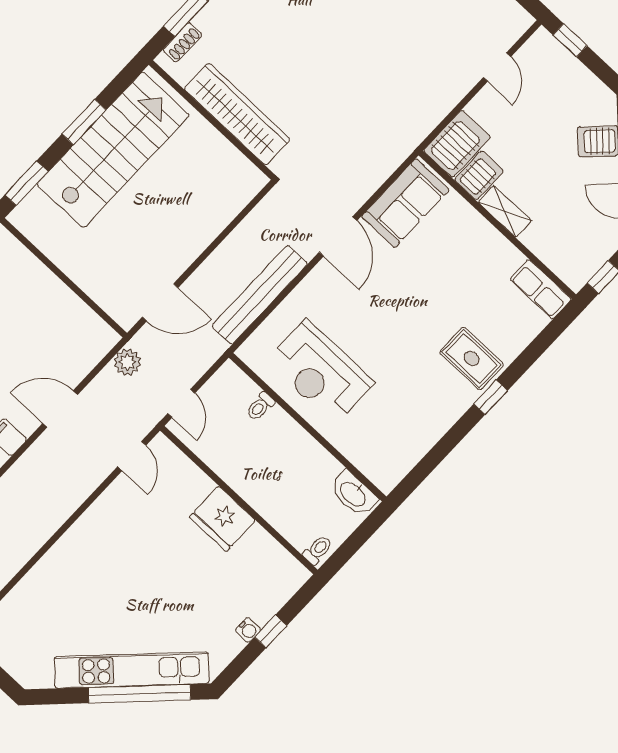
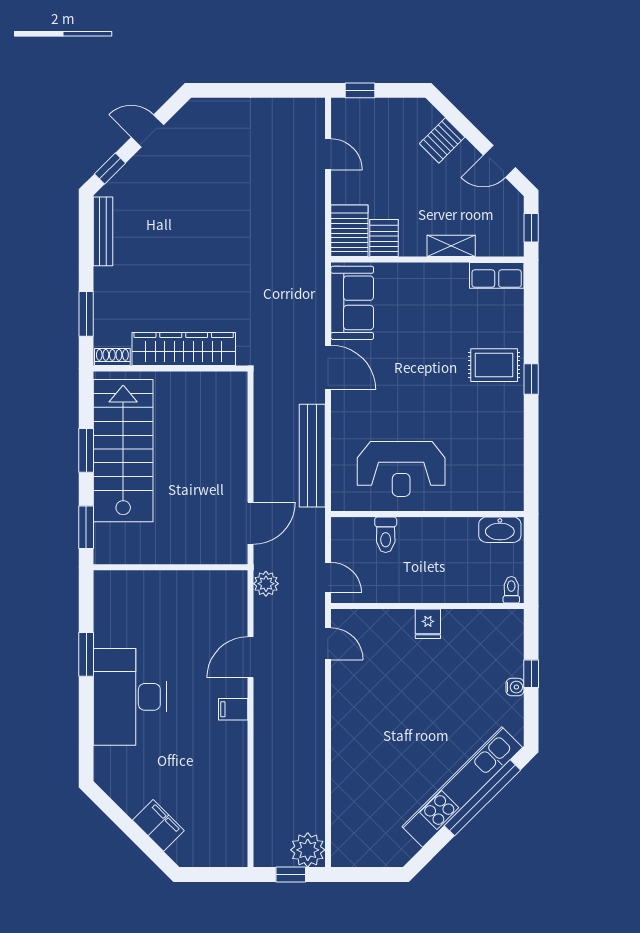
shoe rack: (183, 42) -> (112, 357), moved, turned -90
shelving: (505, 211) -> (451, 246), moved
toilet: (260, 406) -> (386, 535), width x1.37, depth x1.39
fridge: (222, 519) -> (428, 624), width x0.53, depth x0.75

